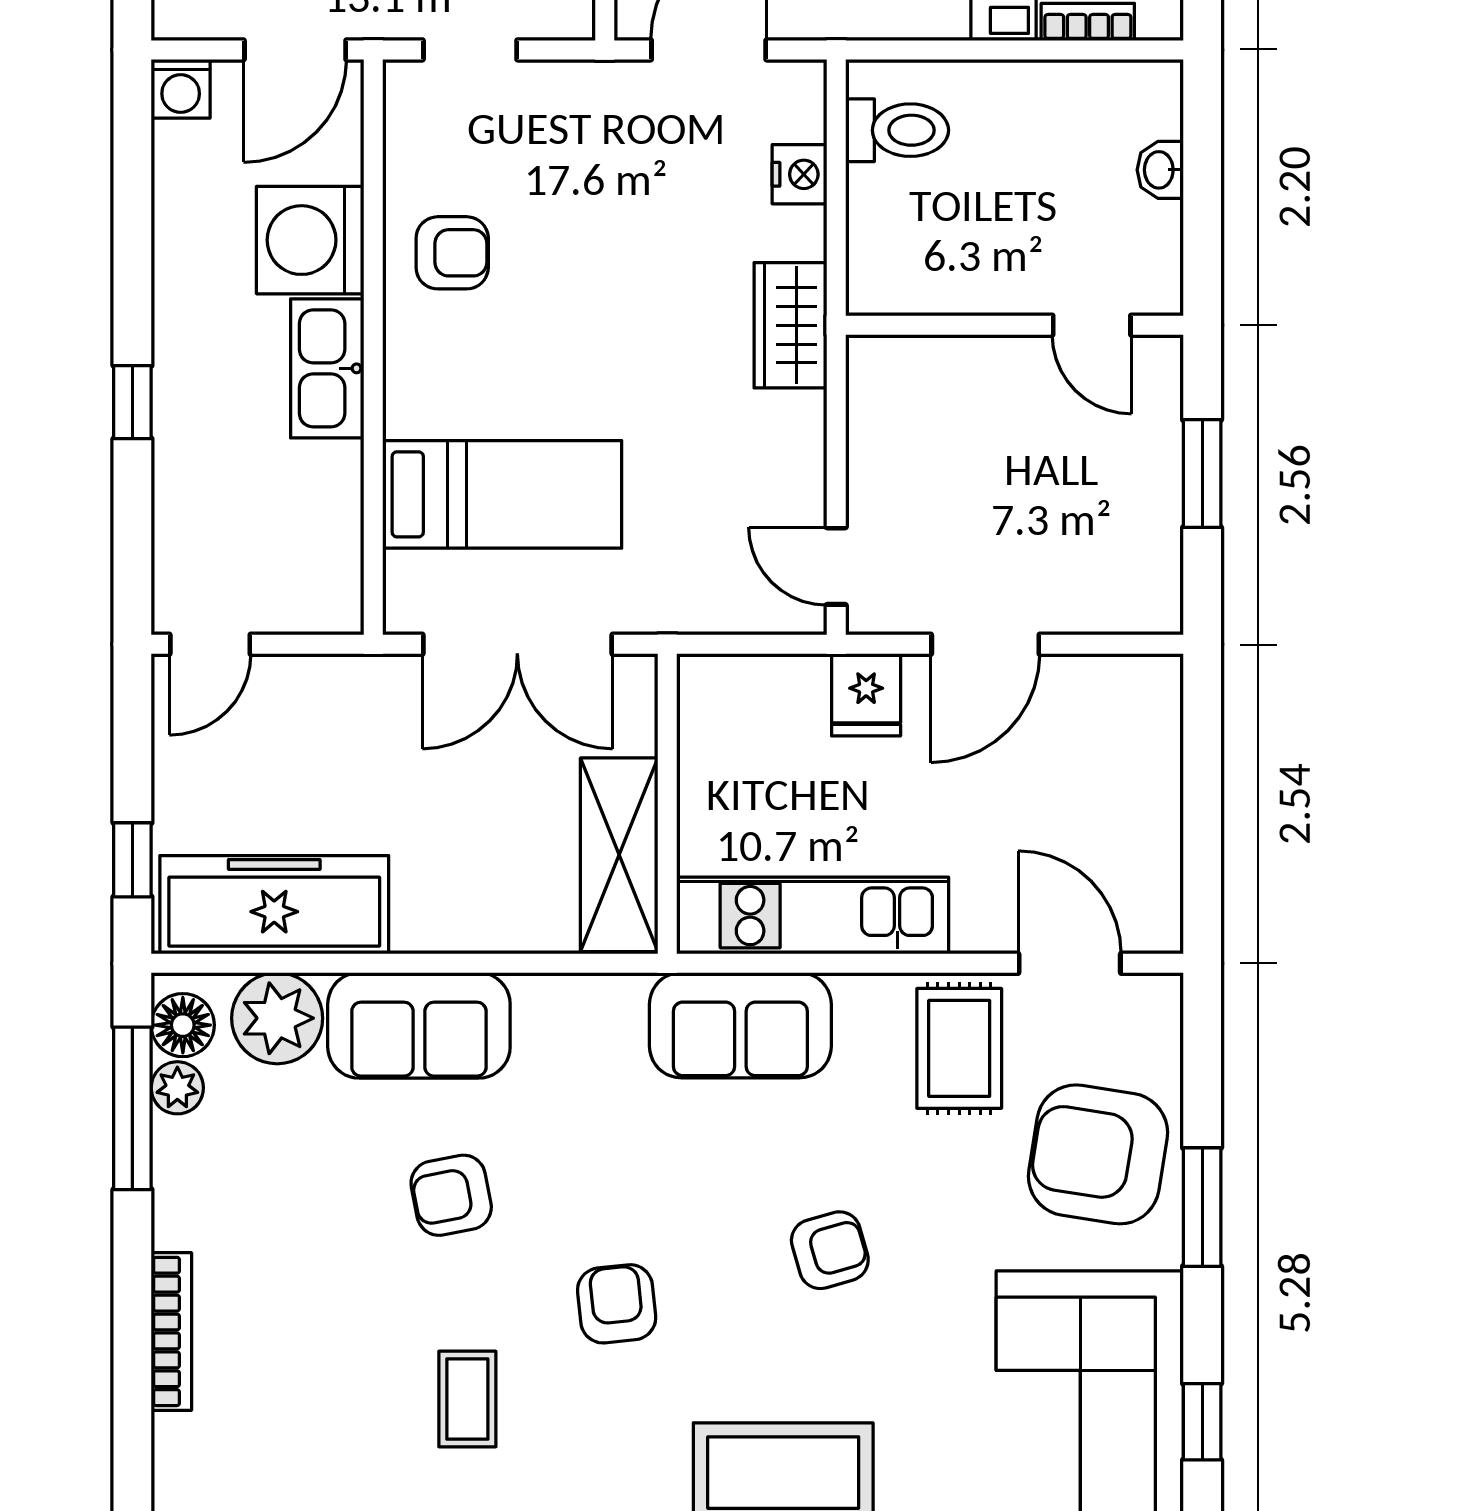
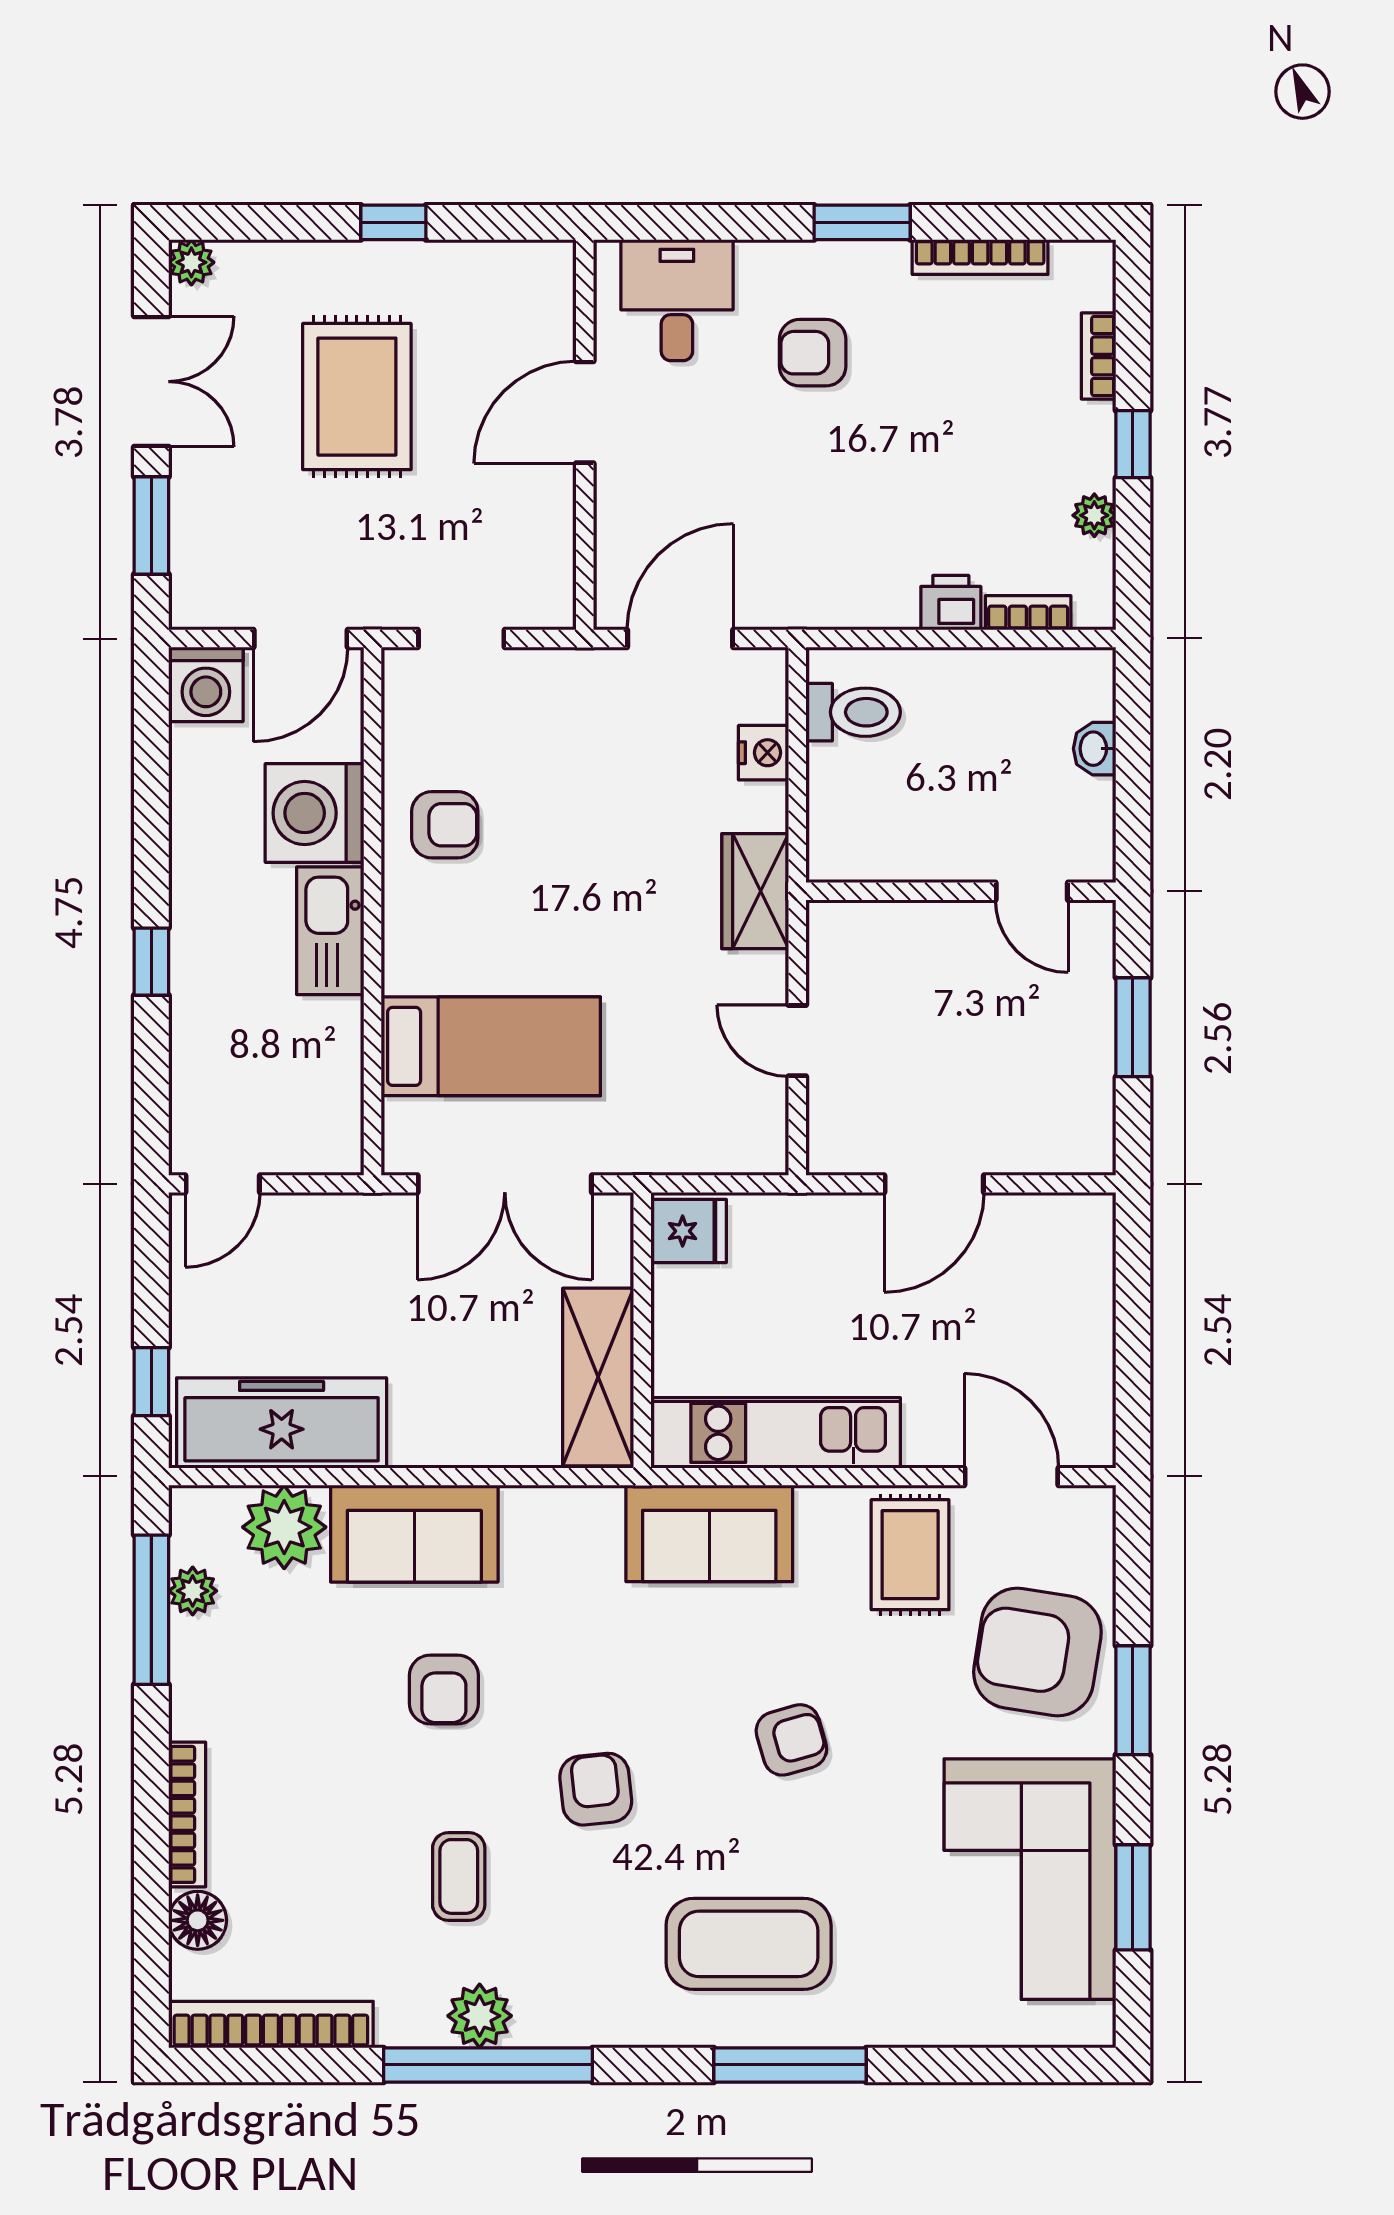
washing machine: (181, 89) -> (206, 684), width x1.38, depth x1.38
door: (836, 566) -> (797, 1041), moved
fridge: (866, 695) -> (689, 1231), moved, turned -90
floor lamp: (183, 1025) -> (198, 1920), moved
armchair: (451, 1195) -> (444, 1689), turned -79
window: (1202, 1422) -> (1133, 1897), width x1.50

